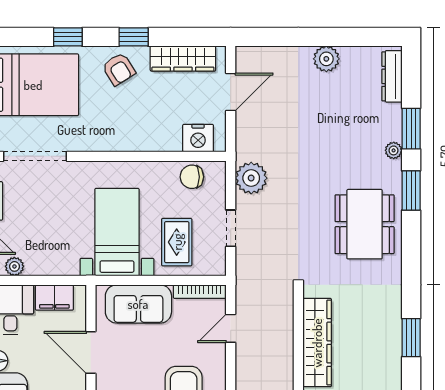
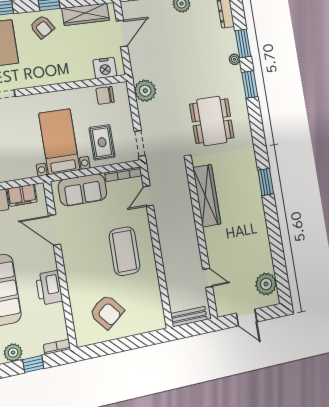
dining table: (365, 224) -> (212, 121), moved
doorway: (231, 228) -> (140, 143), moved

